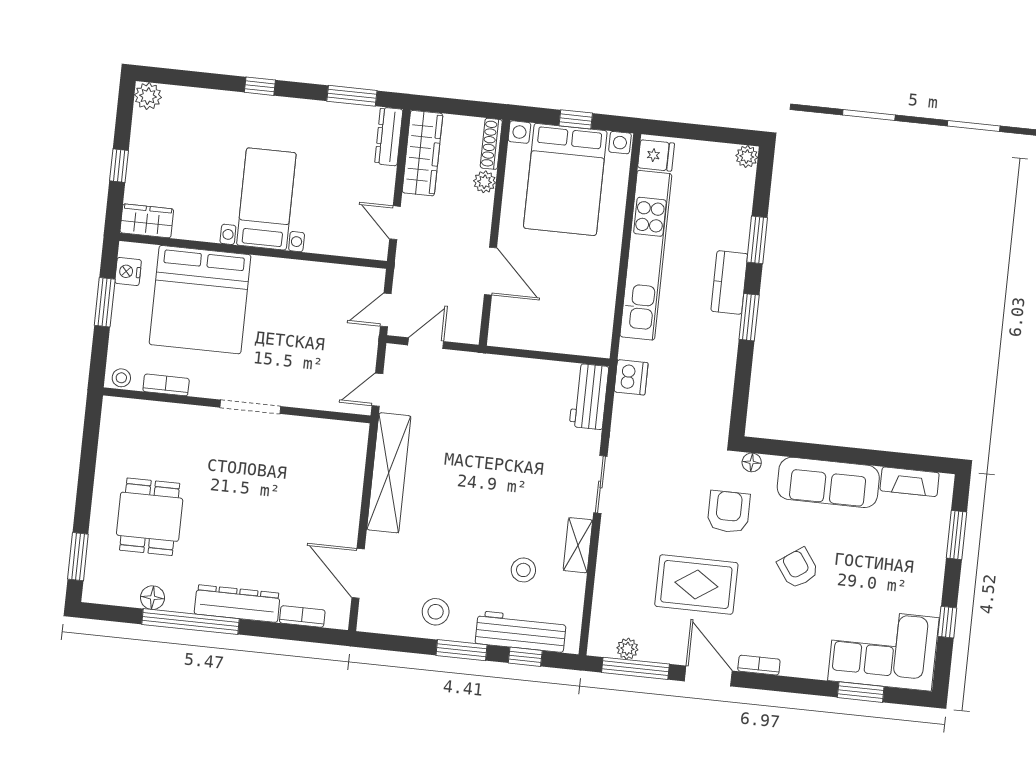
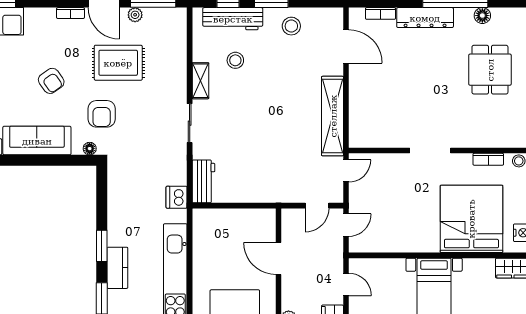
plant: (627, 649) -> (135, 15), moved

